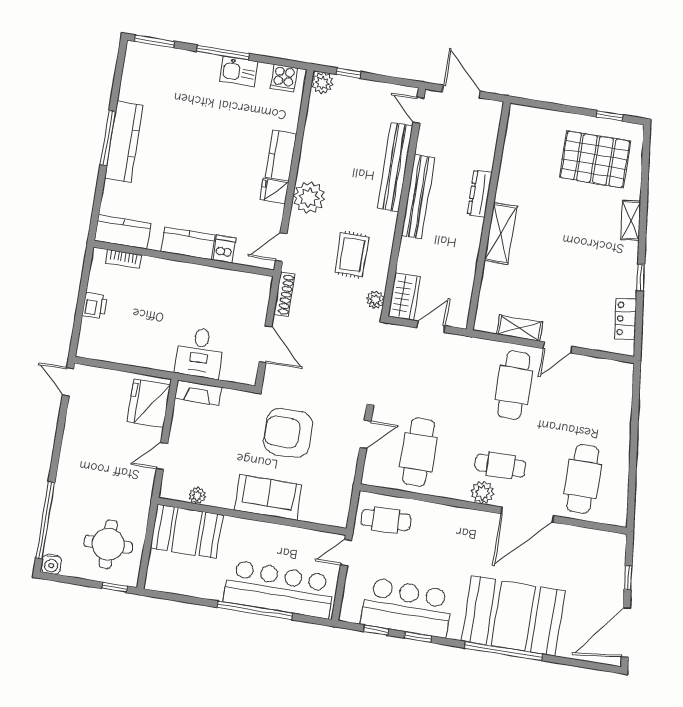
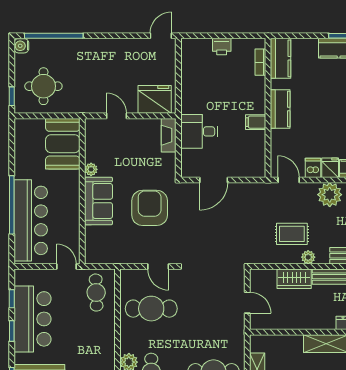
dishwasher: (224, 249) -> (313, 168), moved, turned -90
filing cabinet: (200, 278) -> (256, 122), added
shoe rack: (284, 294) -> (254, 188), removed
wardrobe: (404, 297) -> (294, 279), moved
plant: (375, 300) -> (308, 257), moved
plant: (197, 496) -> (91, 169), moved

